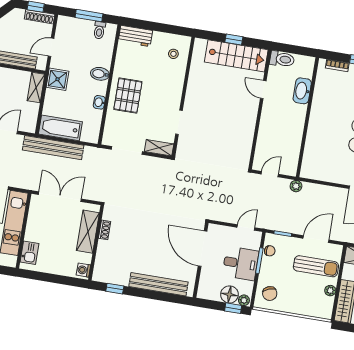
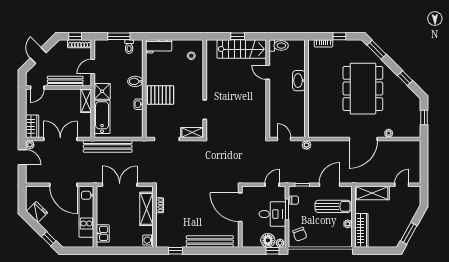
washbasin: (302, 91) -> (299, 81), moved
pallet: (128, 95) -> (160, 95), turned 90
bathtub: (60, 128) -> (102, 117), moved, turned 90
door: (270, 174) -> (284, 139), hinge flipped

